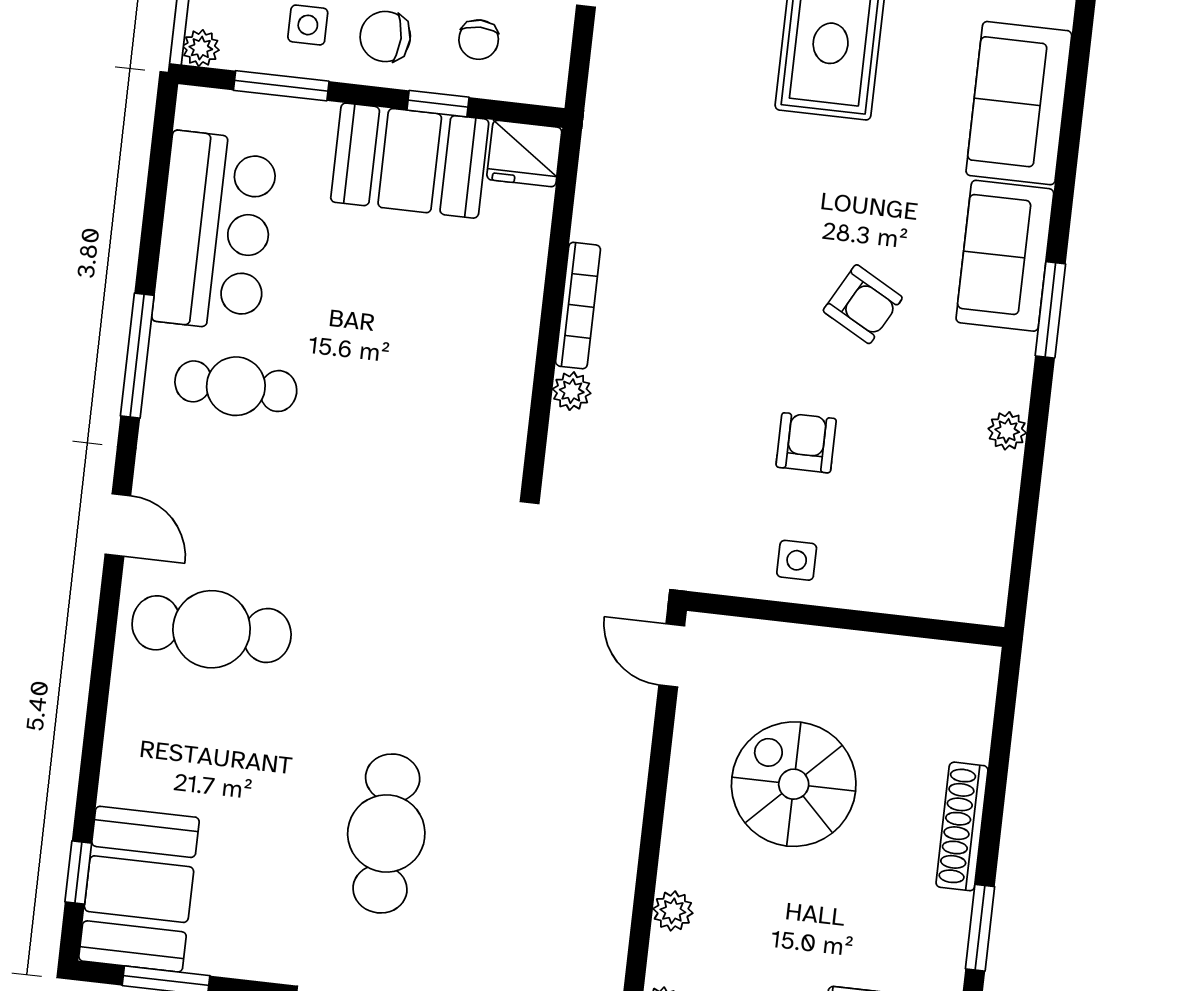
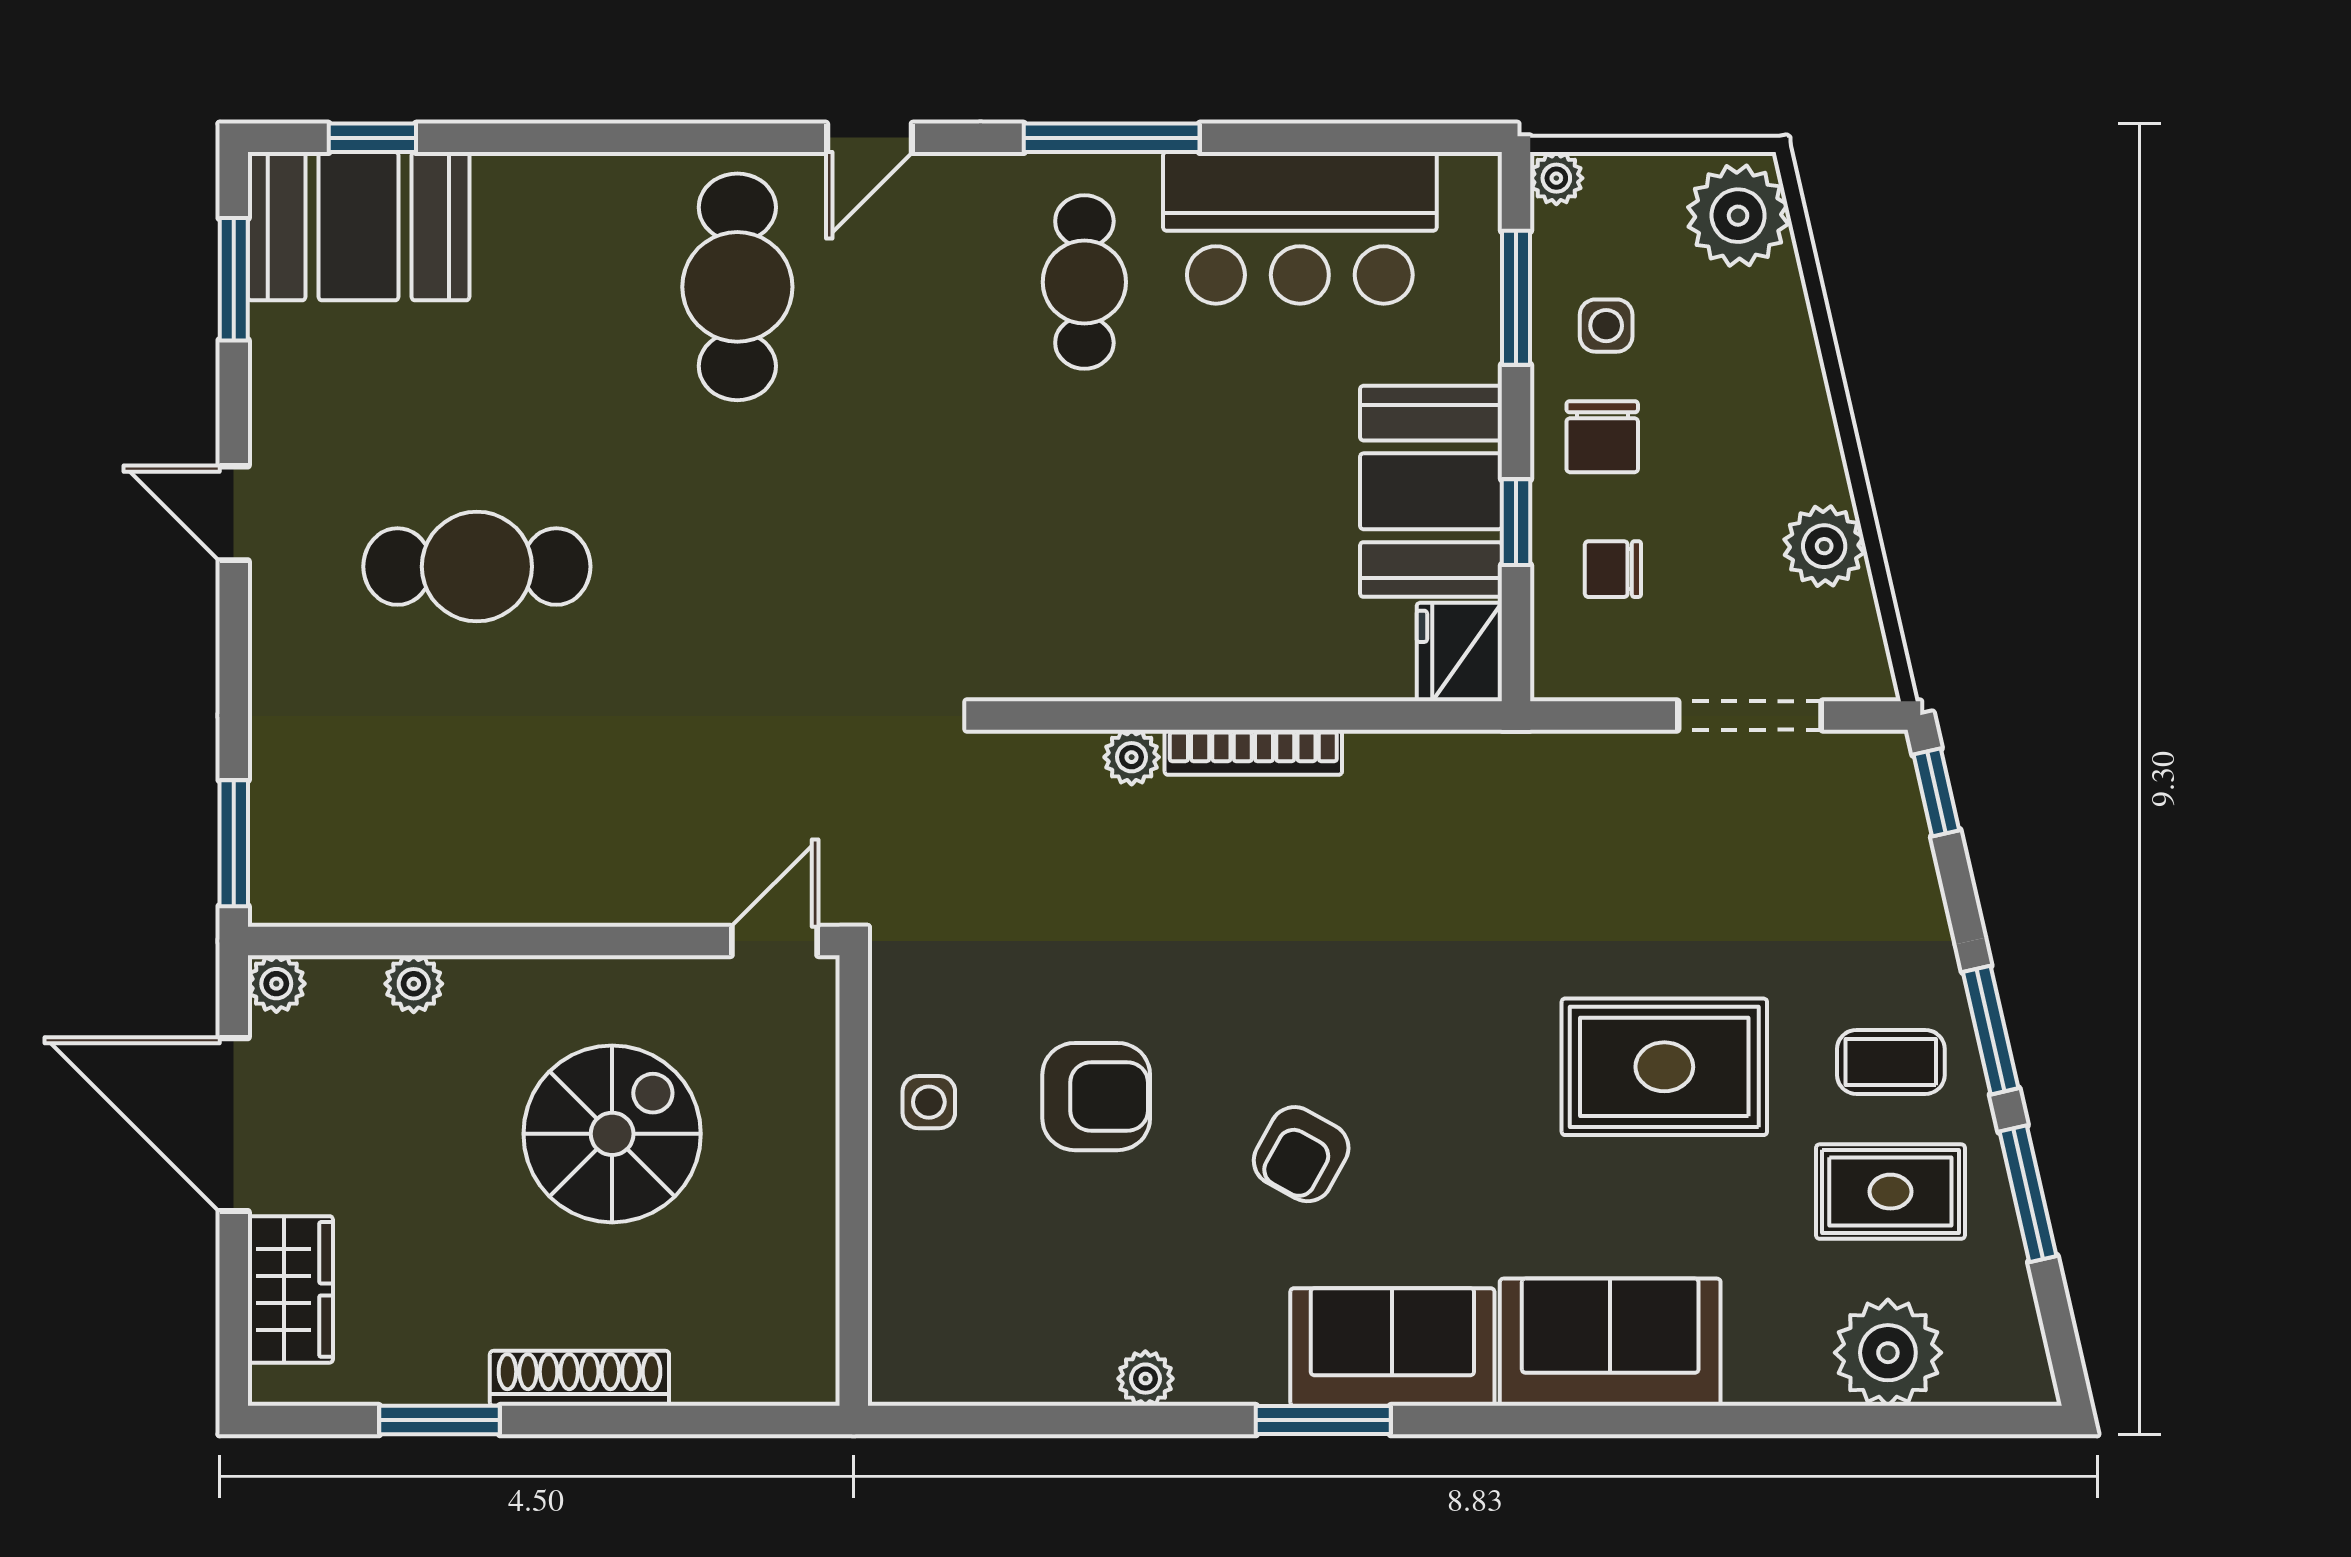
chair: (385, 37) -> (1602, 437), turned 180
armchair: (806, 443) -> (1096, 1097), width x1.38, depth x1.38

